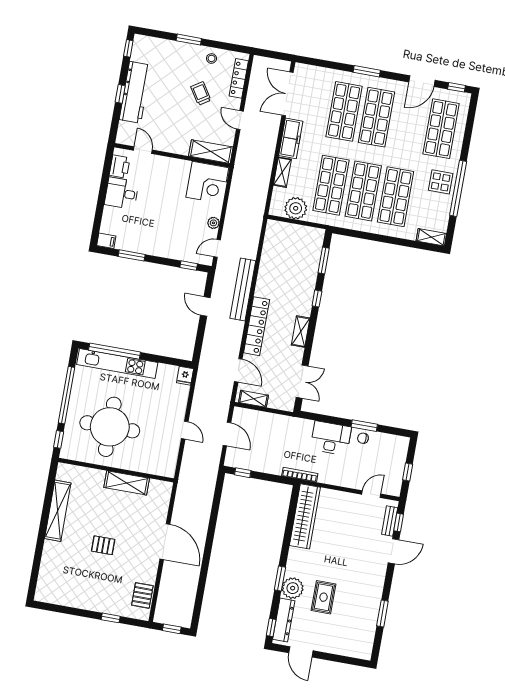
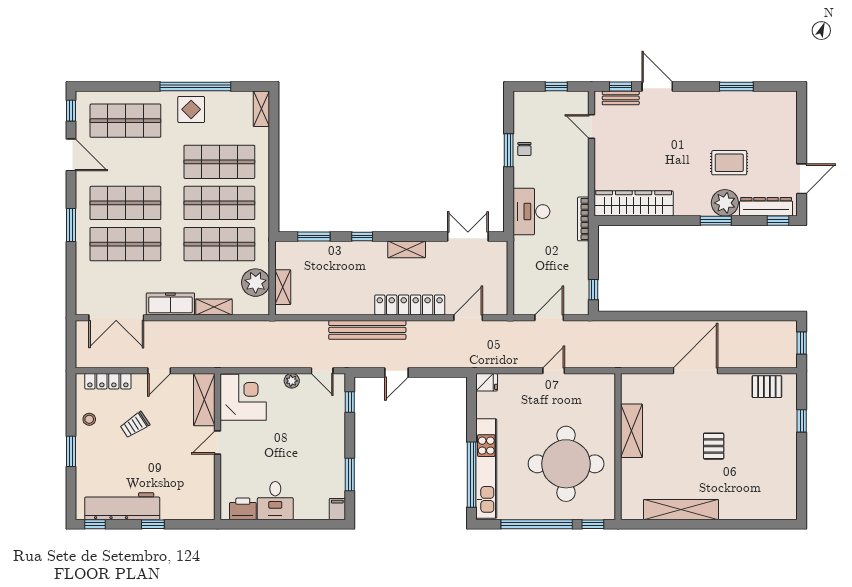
workbench: (135, 92) -> (122, 506), moved
door: (143, 150) -> (217, 443), moved
shelving: (254, 399) -> (283, 287), moved
desk: (331, 438) -> (531, 212), moved

